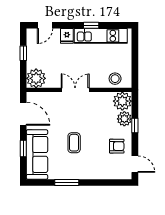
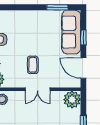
coffee table: (74, 143) -> (33, 65), moved
window: (67, 182) -> (57, 7), moved

